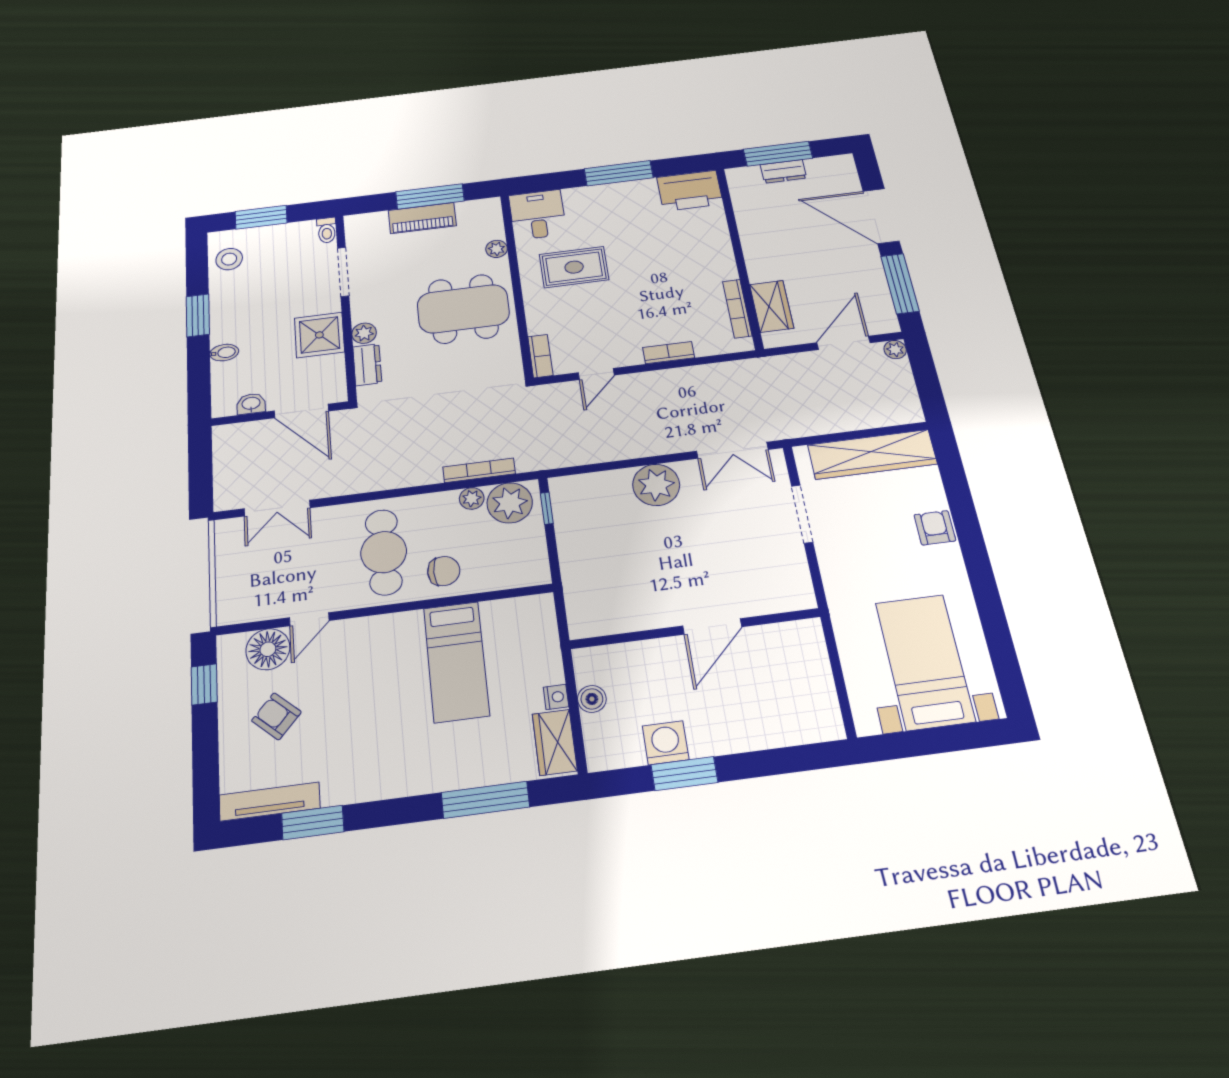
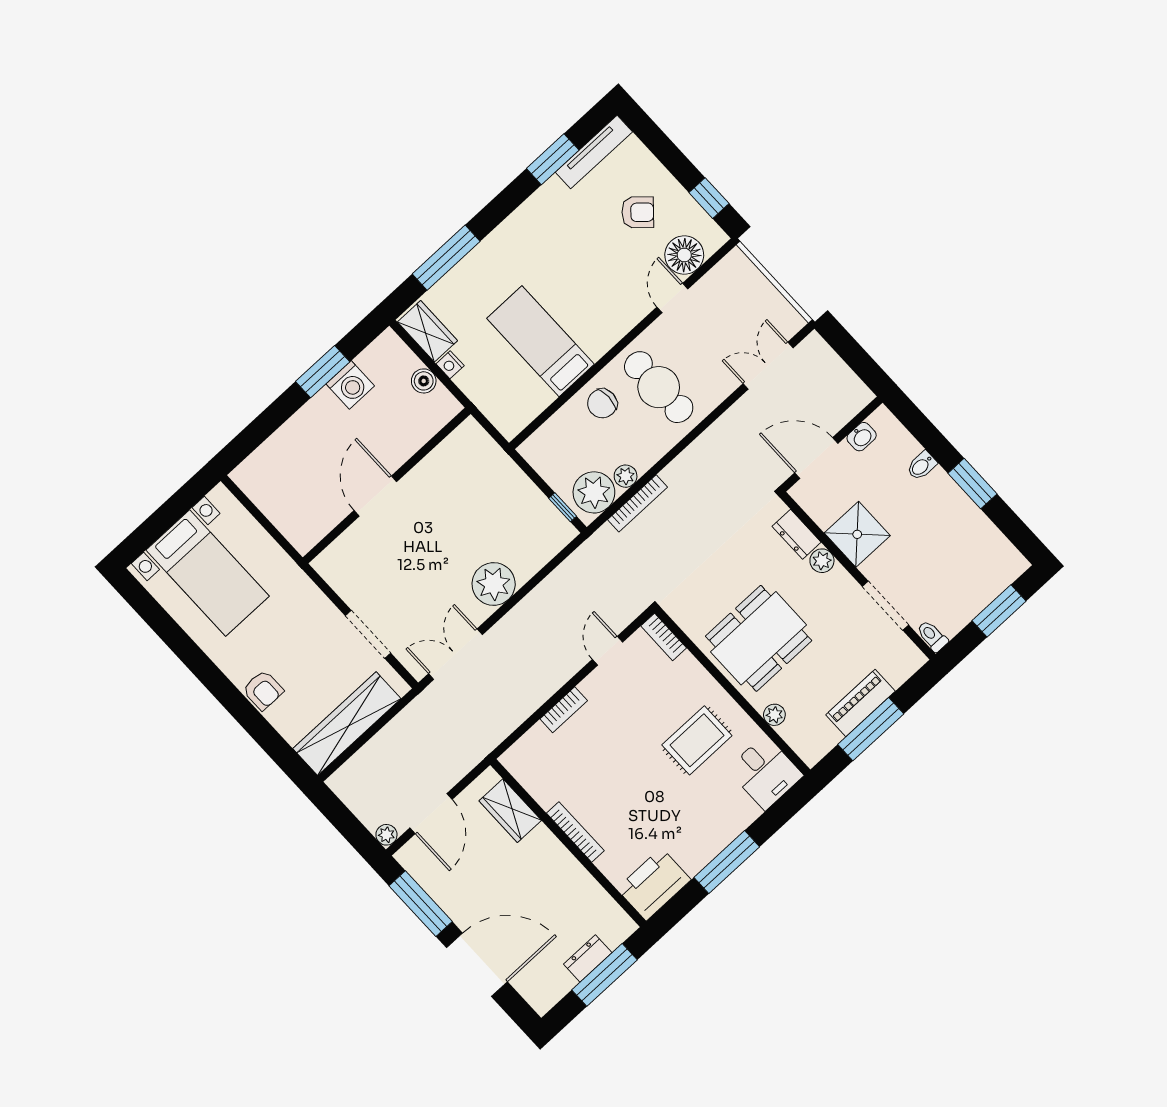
stool: (229, 259) -> (992, 553), removed
bookcase: (737, 309) -> (575, 832), moved

